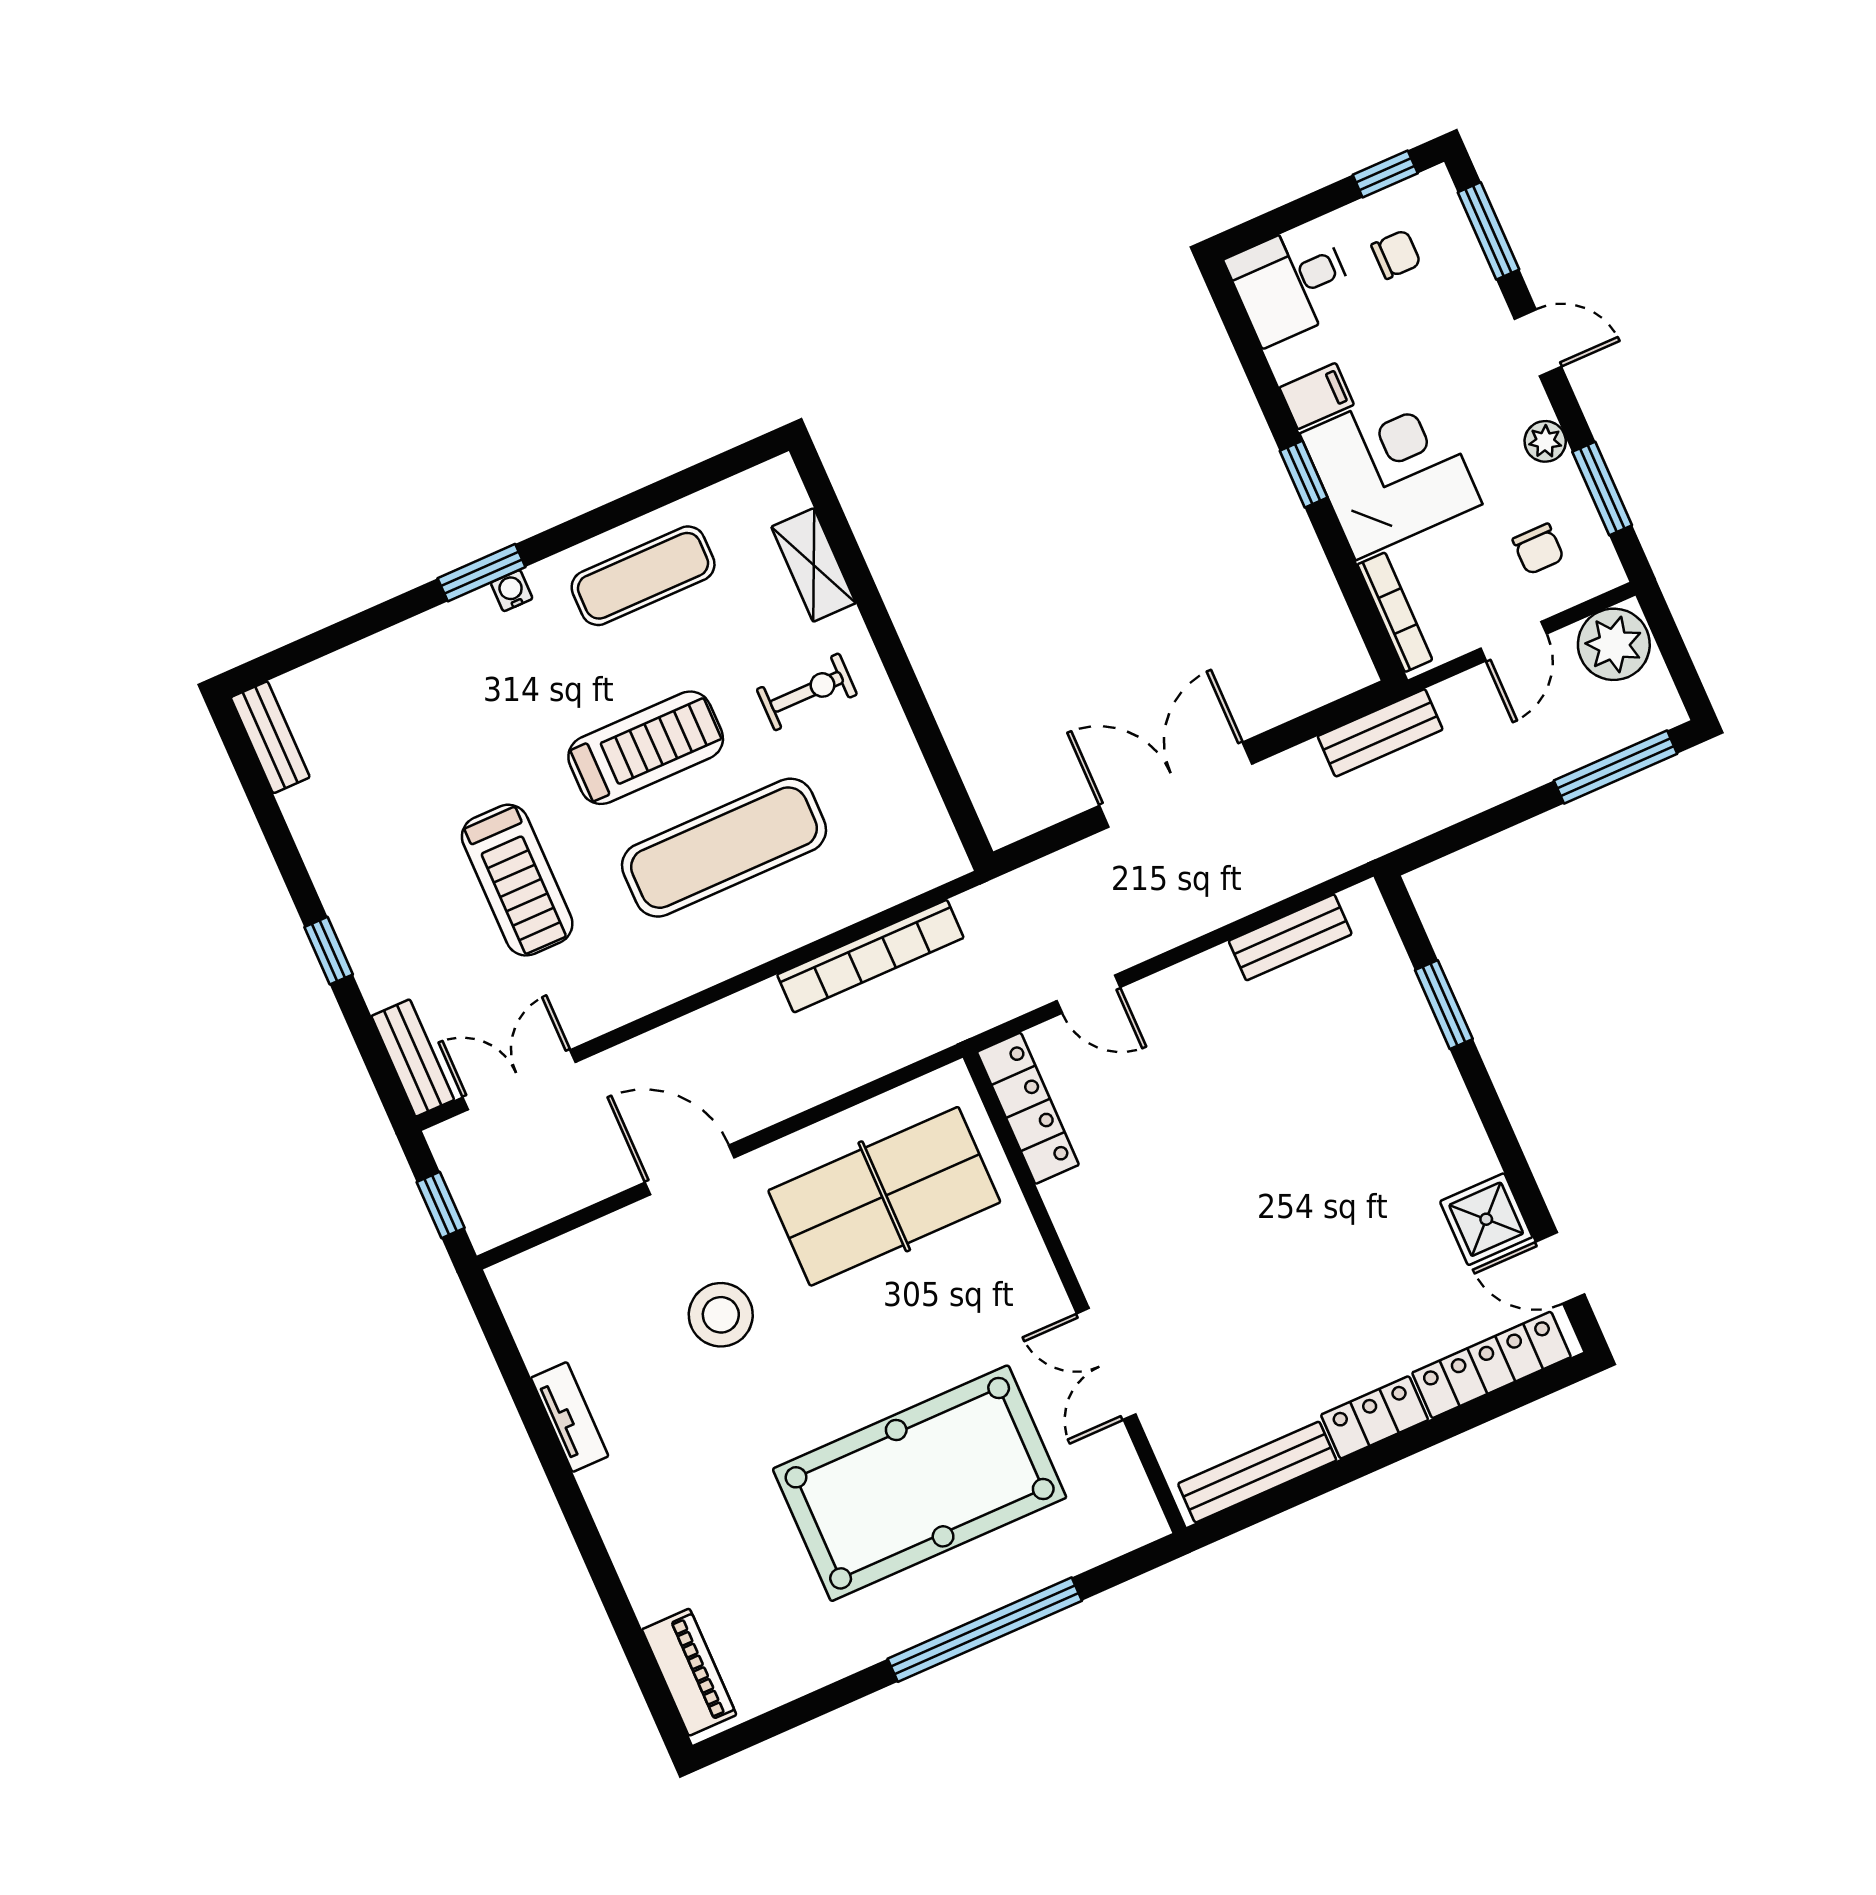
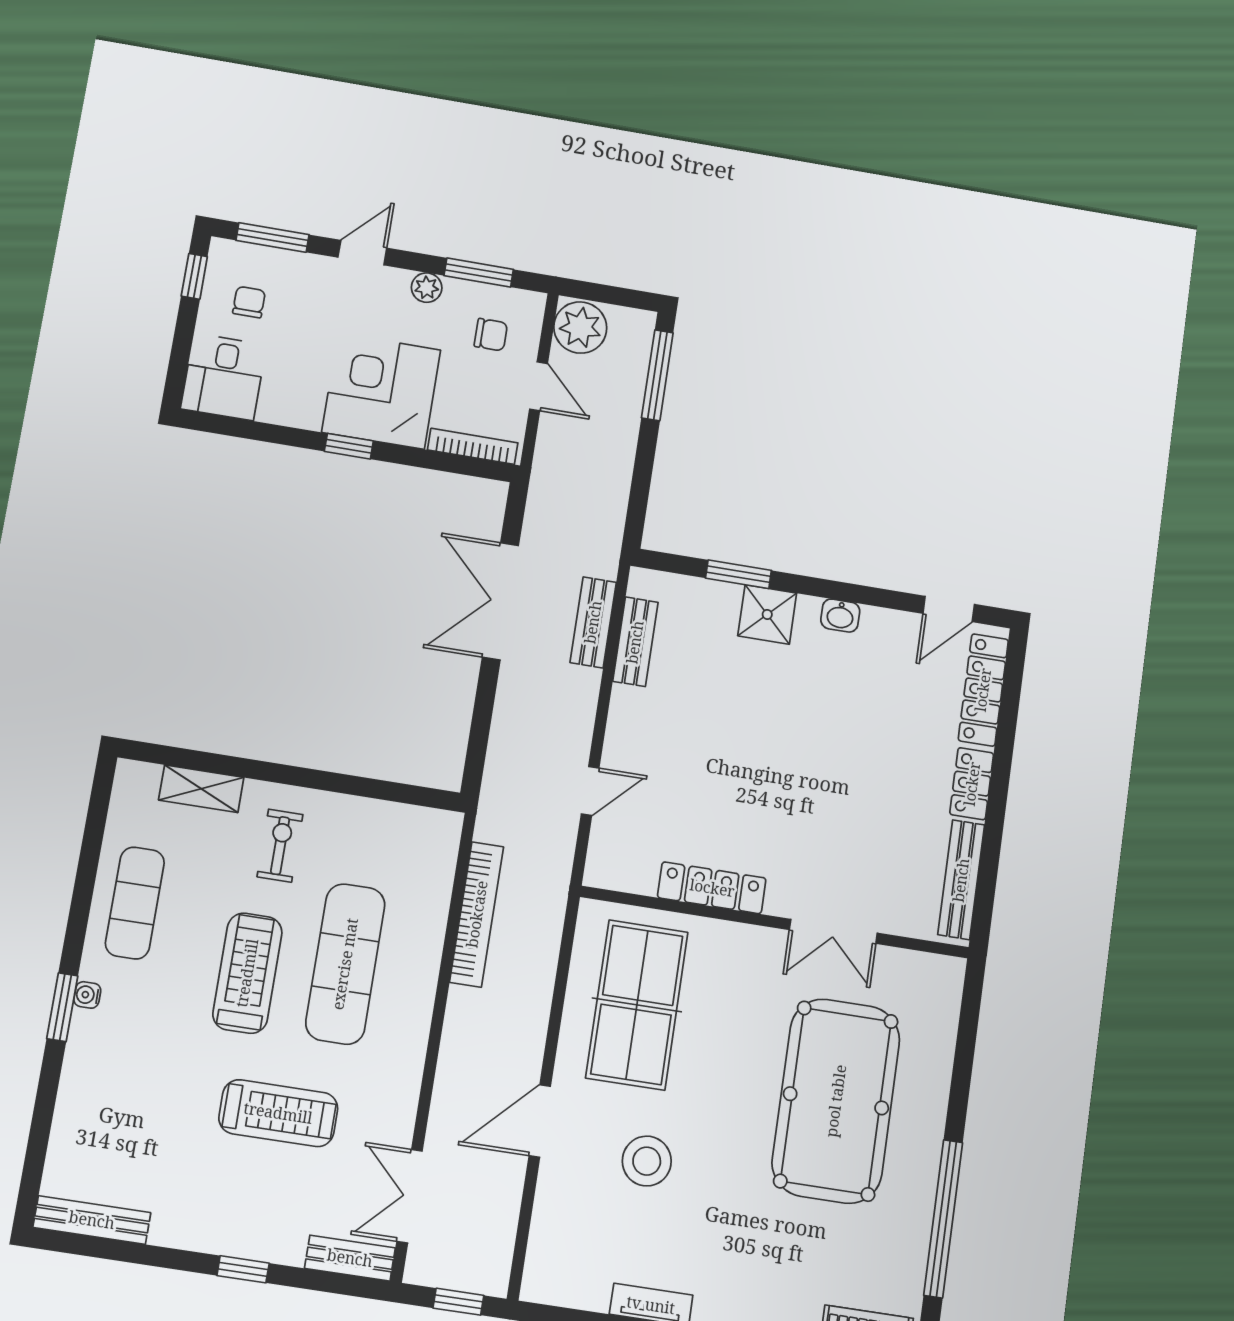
filing cabinet: (1317, 396) -> (305, 407), removed
bench: (1380, 733) -> (593, 622), moved
bench: (270, 737) -> (92, 1220), width x1.36
double door: (1176, 785) -> (500, 601), moved
locker: (1028, 1108) -> (712, 888), moved
washbasin: (1472, 1149) -> (840, 615), added
shower: (1486, 1219) -> (767, 614), moved
window: (985, 1630) -> (943, 1219), moved

